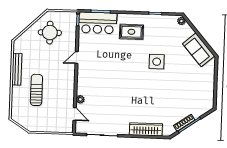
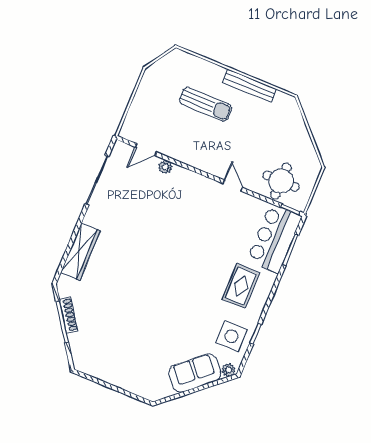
round table: (50, 33) -> (281, 181), moved
sofa: (199, 50) -> (195, 373), moved
side table: (157, 62) -> (231, 336), moved

